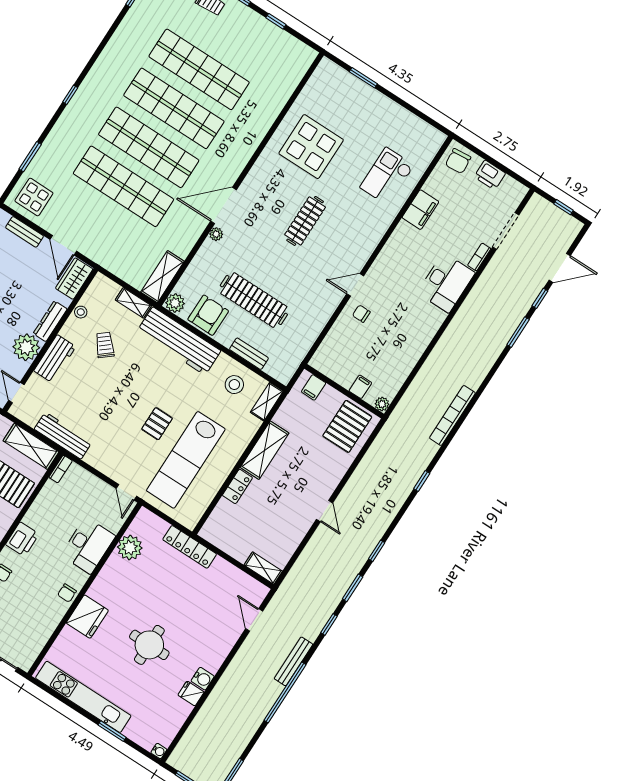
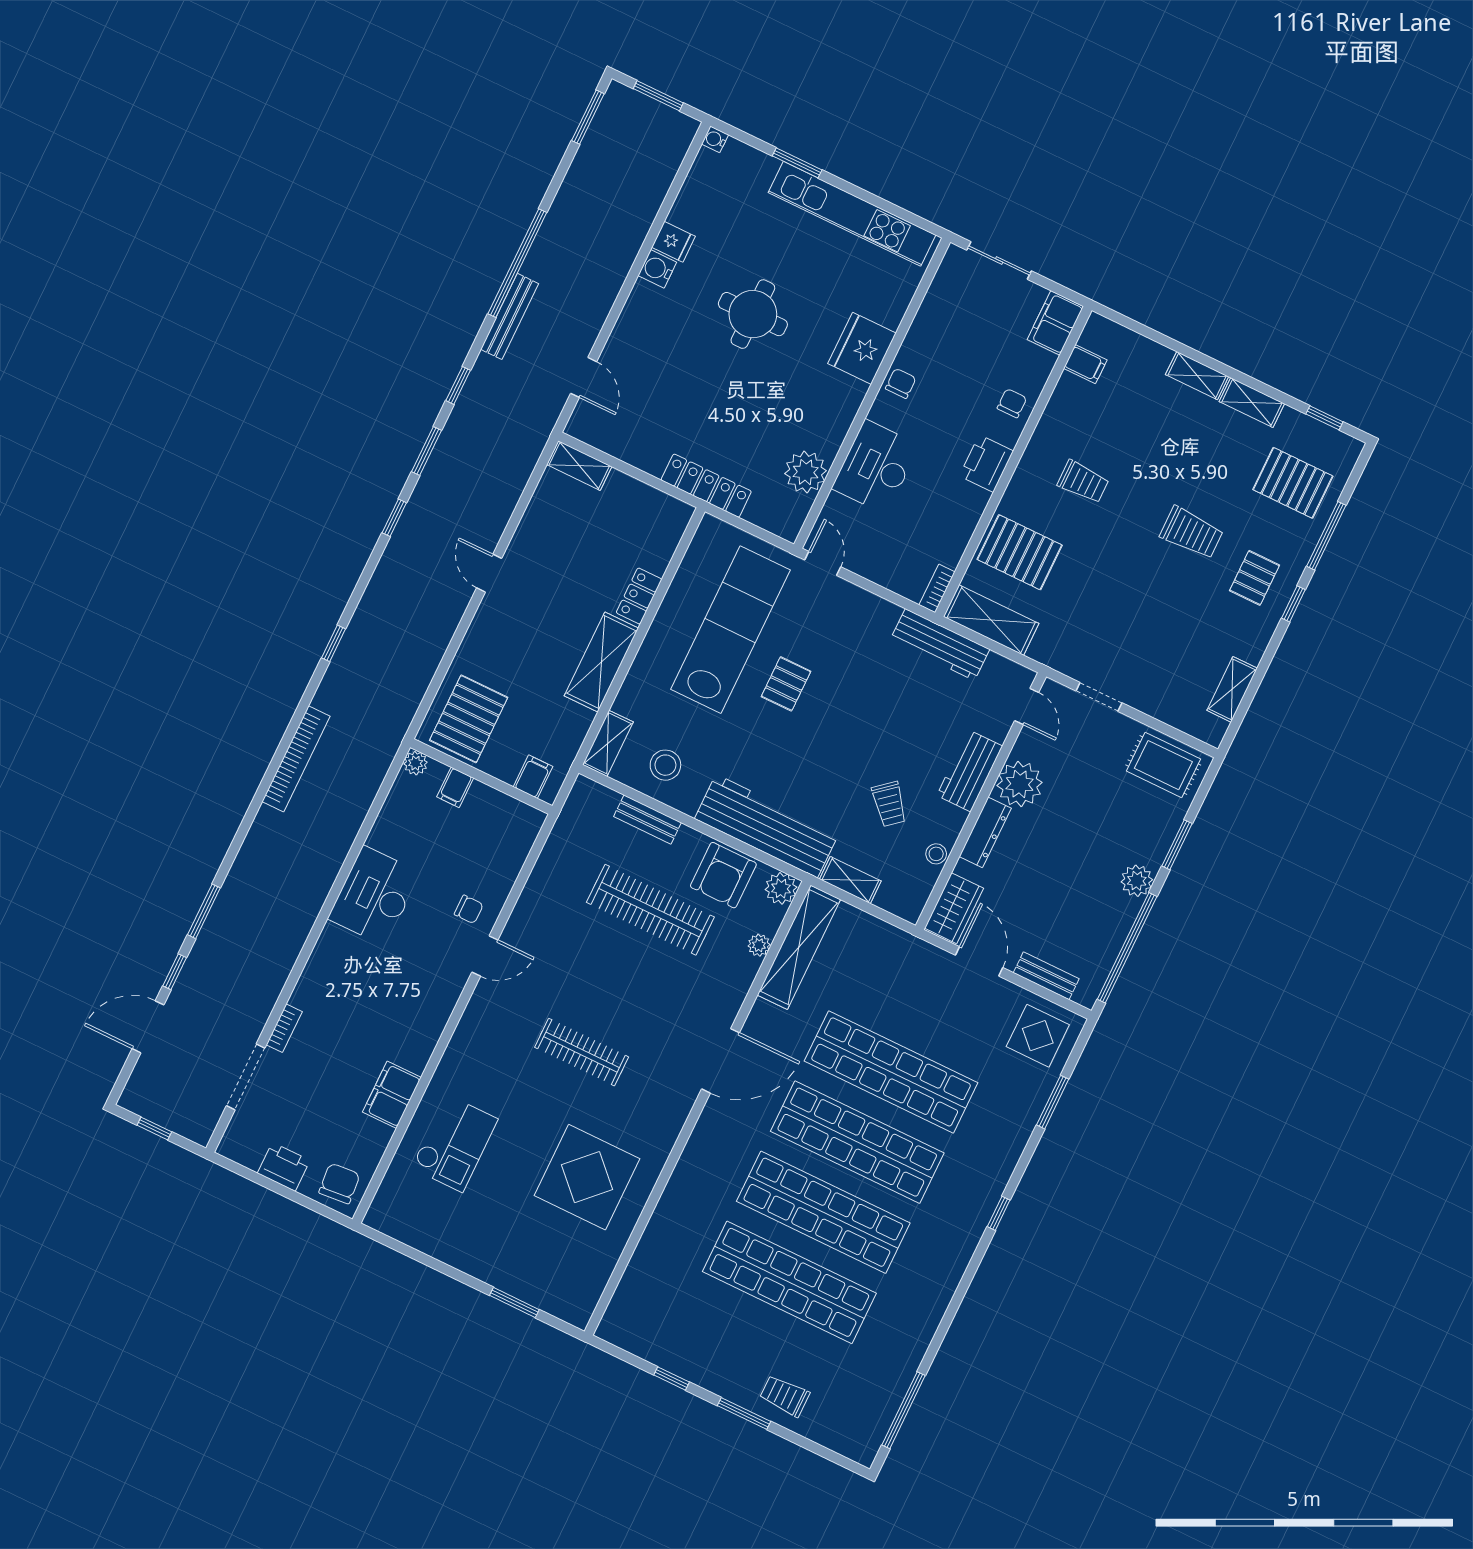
clothes rail: (305, 221) -> (582, 1052), turned 90
plant: (216, 234) -> (759, 945), moved
shelving: (162, 277) -> (799, 947), width x1.47
desk: (446, 283) -> (374, 896), moved

